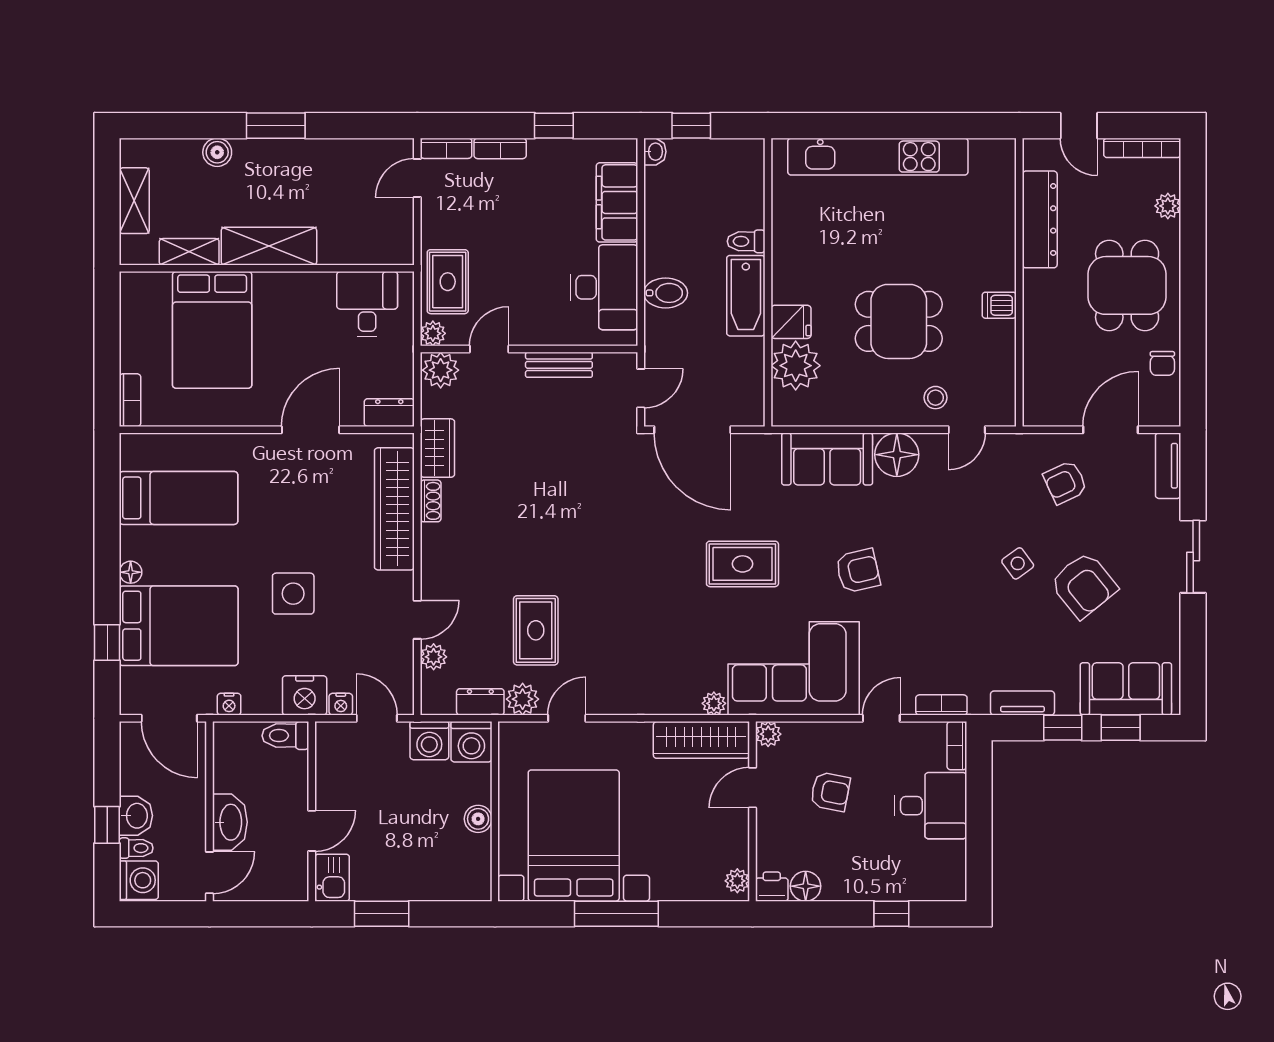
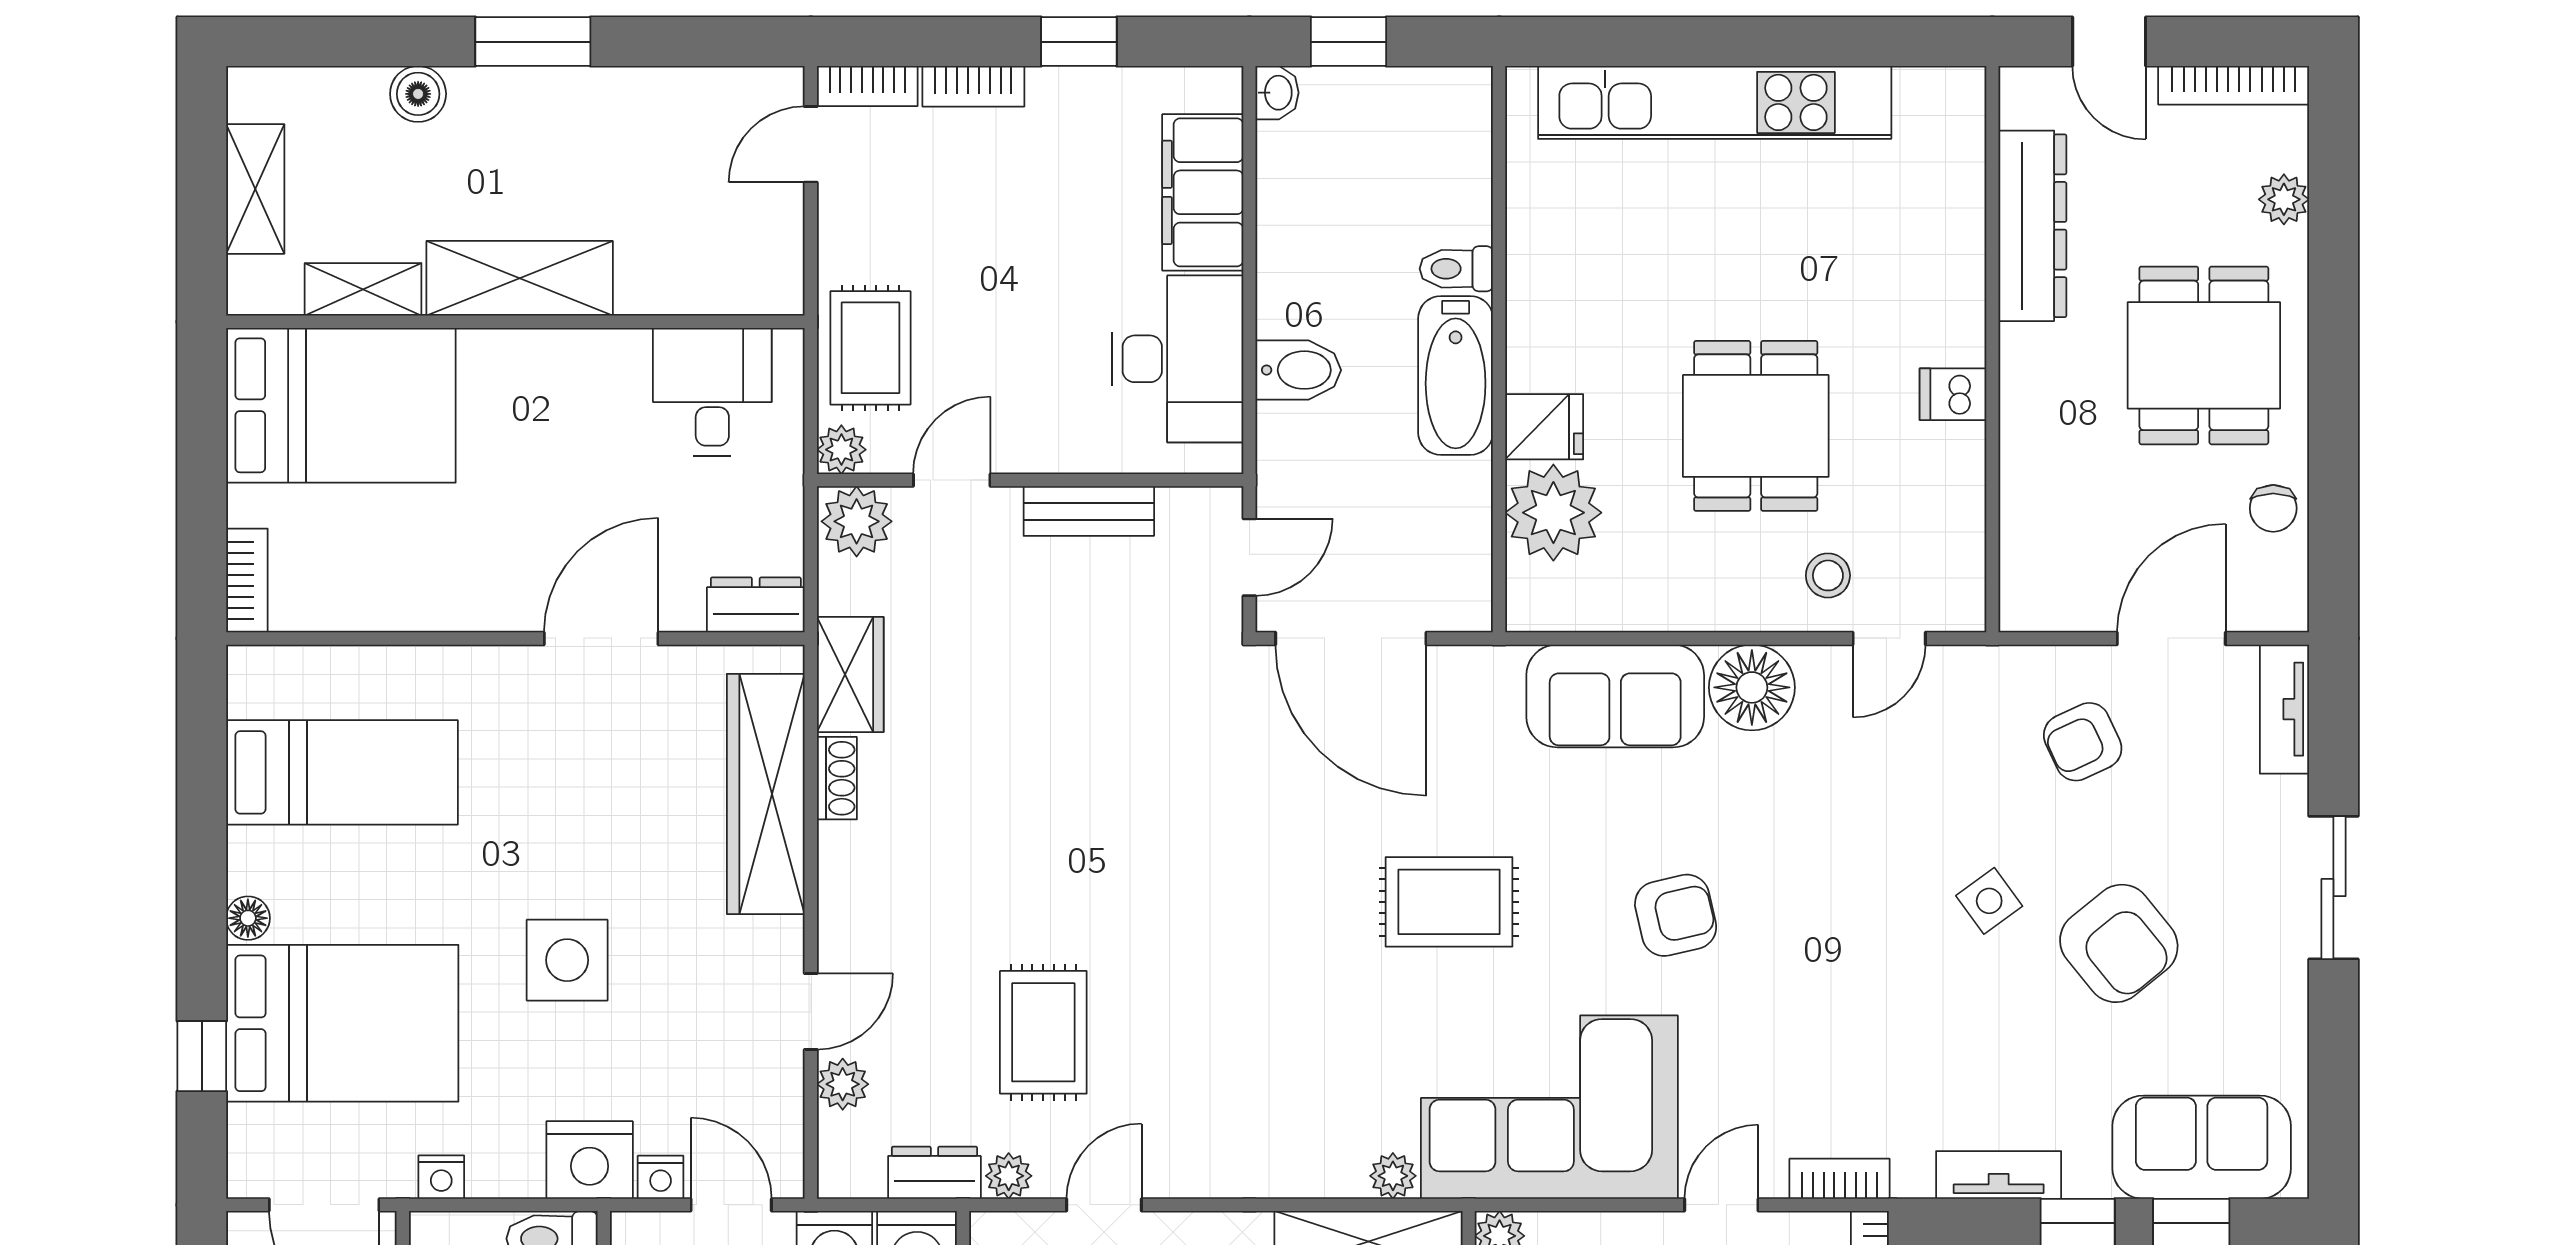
dining table: (899, 321) -> (1756, 426), turned 90
bed: (212, 330) -> (341, 405), moved, turned -90
plant: (523, 699) -> (1009, 1176), width x0.73, depth x0.73

